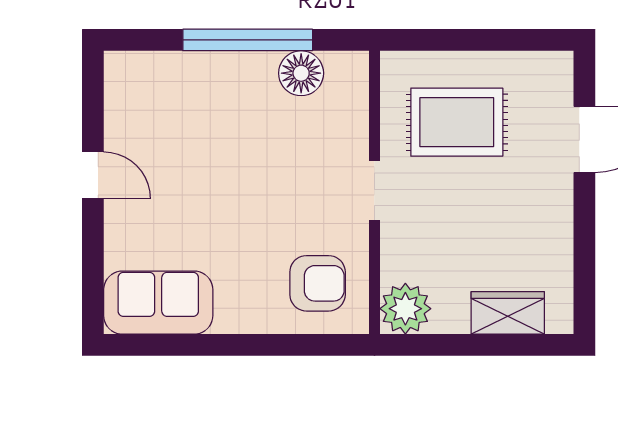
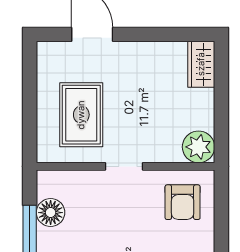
armchair: (318, 283) -> (183, 202), turned 180
wardrobe: (508, 313) -> (201, 64), moved

